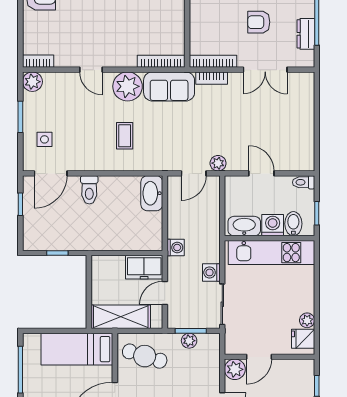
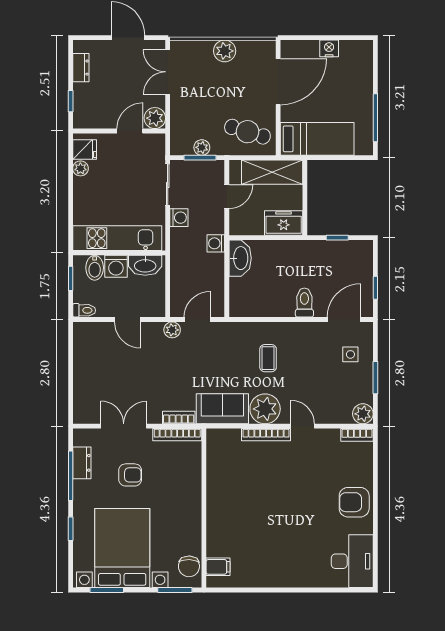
bookcase: (161, 61) -> (266, 435), moved
washbasin: (152, 193) -> (240, 258), moved
freezer: (144, 267) -> (284, 223), moved

